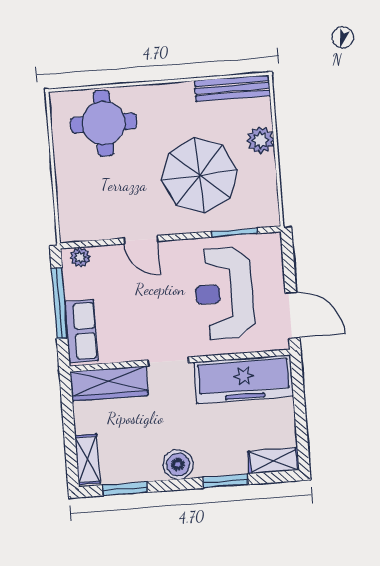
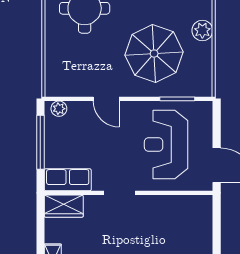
row of seats: (81, 331) -> (68, 180), moved, turned -90
freezer: (244, 379) -> (176, 211), removed
wardrobe: (109, 383) -> (64, 206), width x0.67

